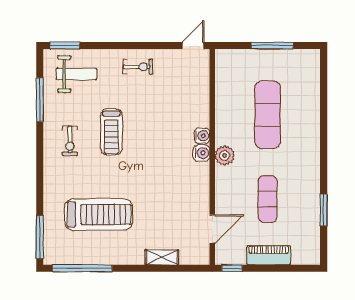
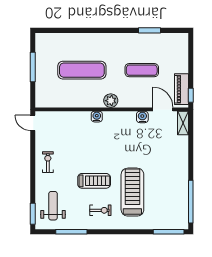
water cooler: (202, 153) -> (142, 117), moved
treadmill: (99, 215) -> (132, 192), moved
piano: (269, 255) -> (181, 89), moved
shelving: (162, 257) -> (183, 123), moved

